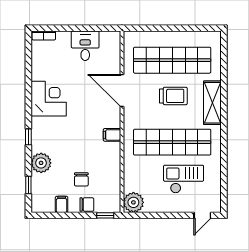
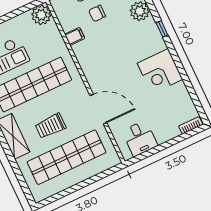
desk: (85, 46) -> (140, 138), moved
filing cabinet: (112, 135) -> (75, 36), moved
chair: (81, 179) -> (97, 13), turned -90

